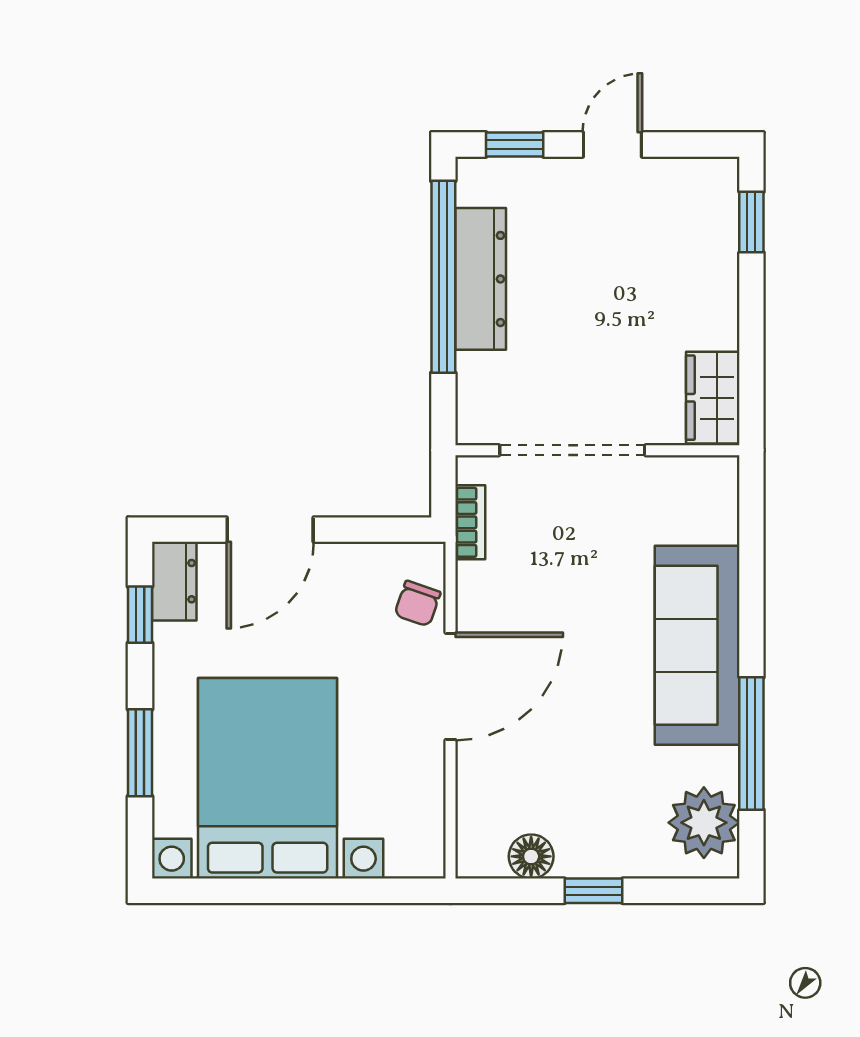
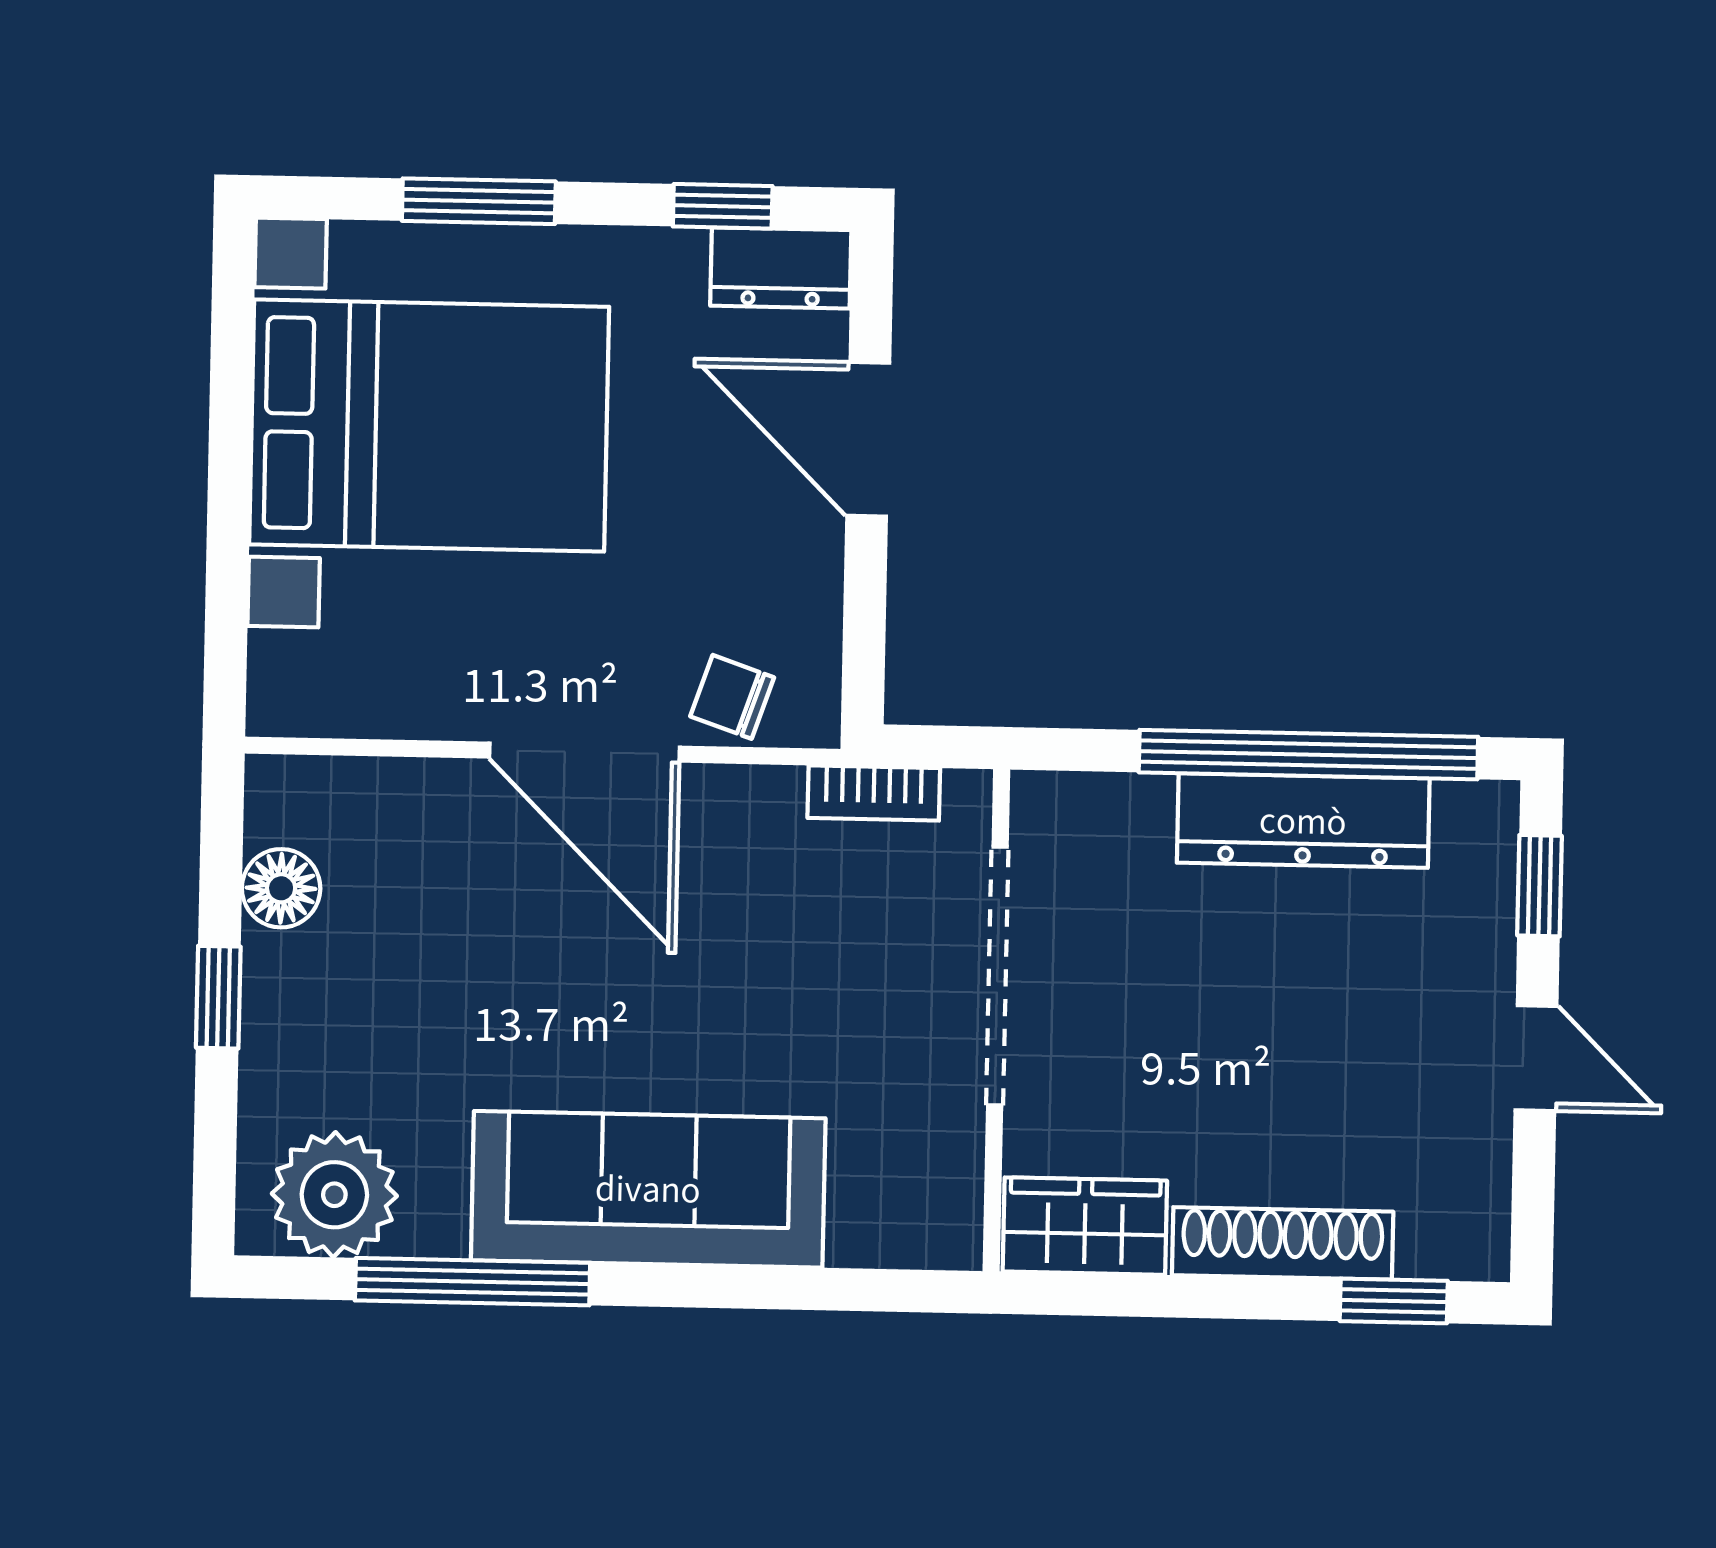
shoe rack: (720, 286) -> (1283, 1243), added

